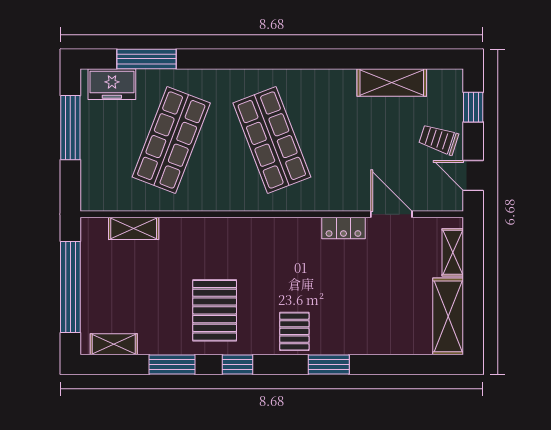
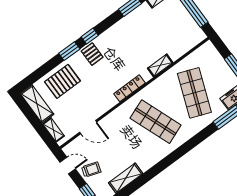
shelving: (134, 228) -> (160, 65), moved
locker: (343, 228) -> (129, 88), moved, width x1.53
pallet: (215, 310) -> (62, 81), moved, turned 90
window: (238, 365) -> (90, 36), moved

